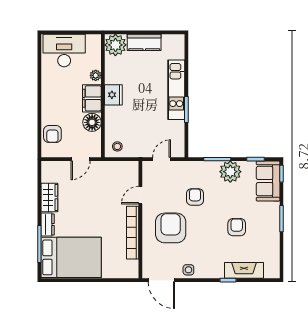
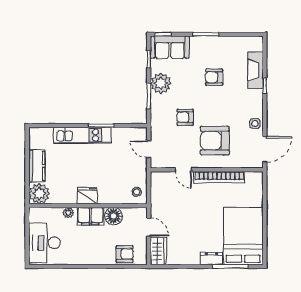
wardrobe: (49, 198) -> (158, 251), moved, turned 90

